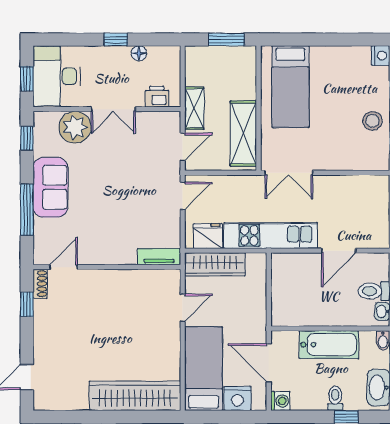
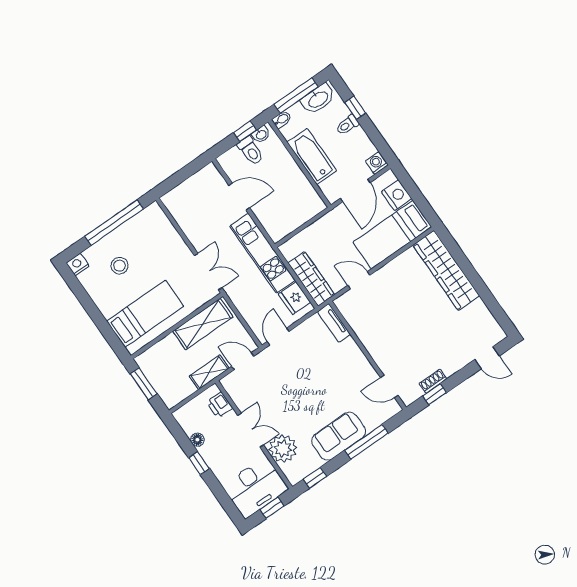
stool: (372, 121) -> (120, 266), moved
door: (183, 196) -> (278, 337), hinge flipped
shoe rack: (40, 284) -> (433, 381), moved

